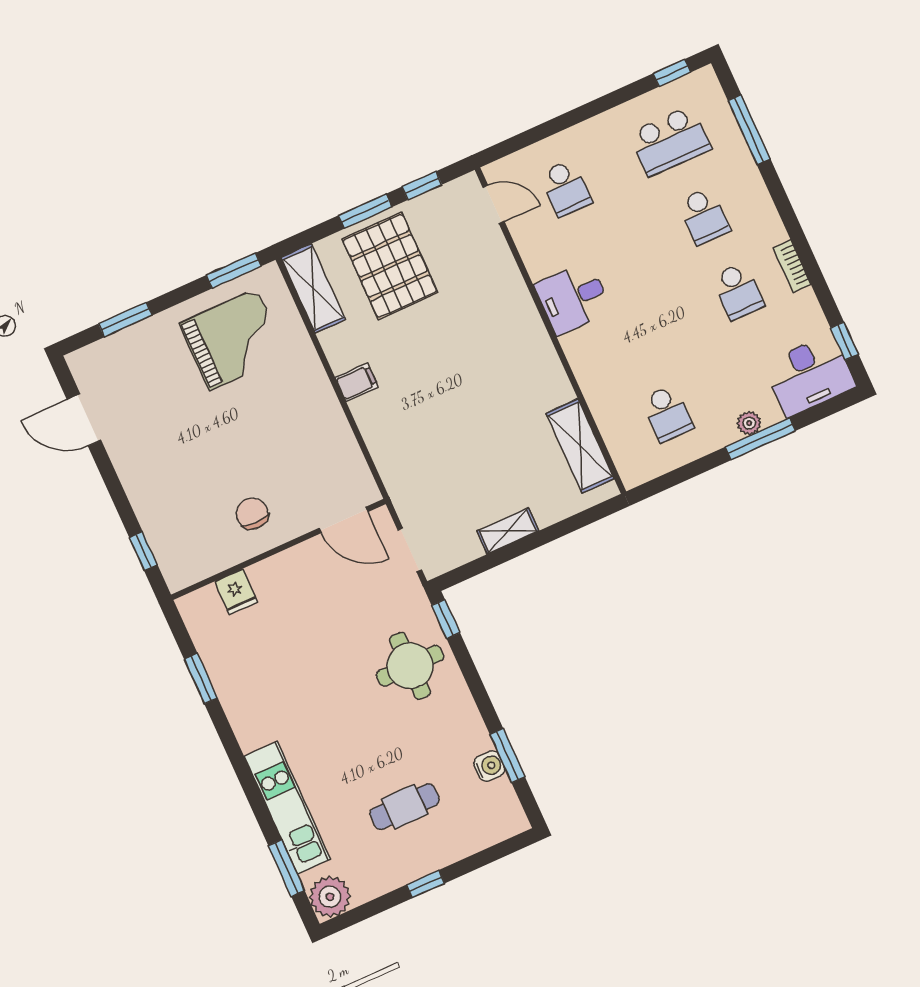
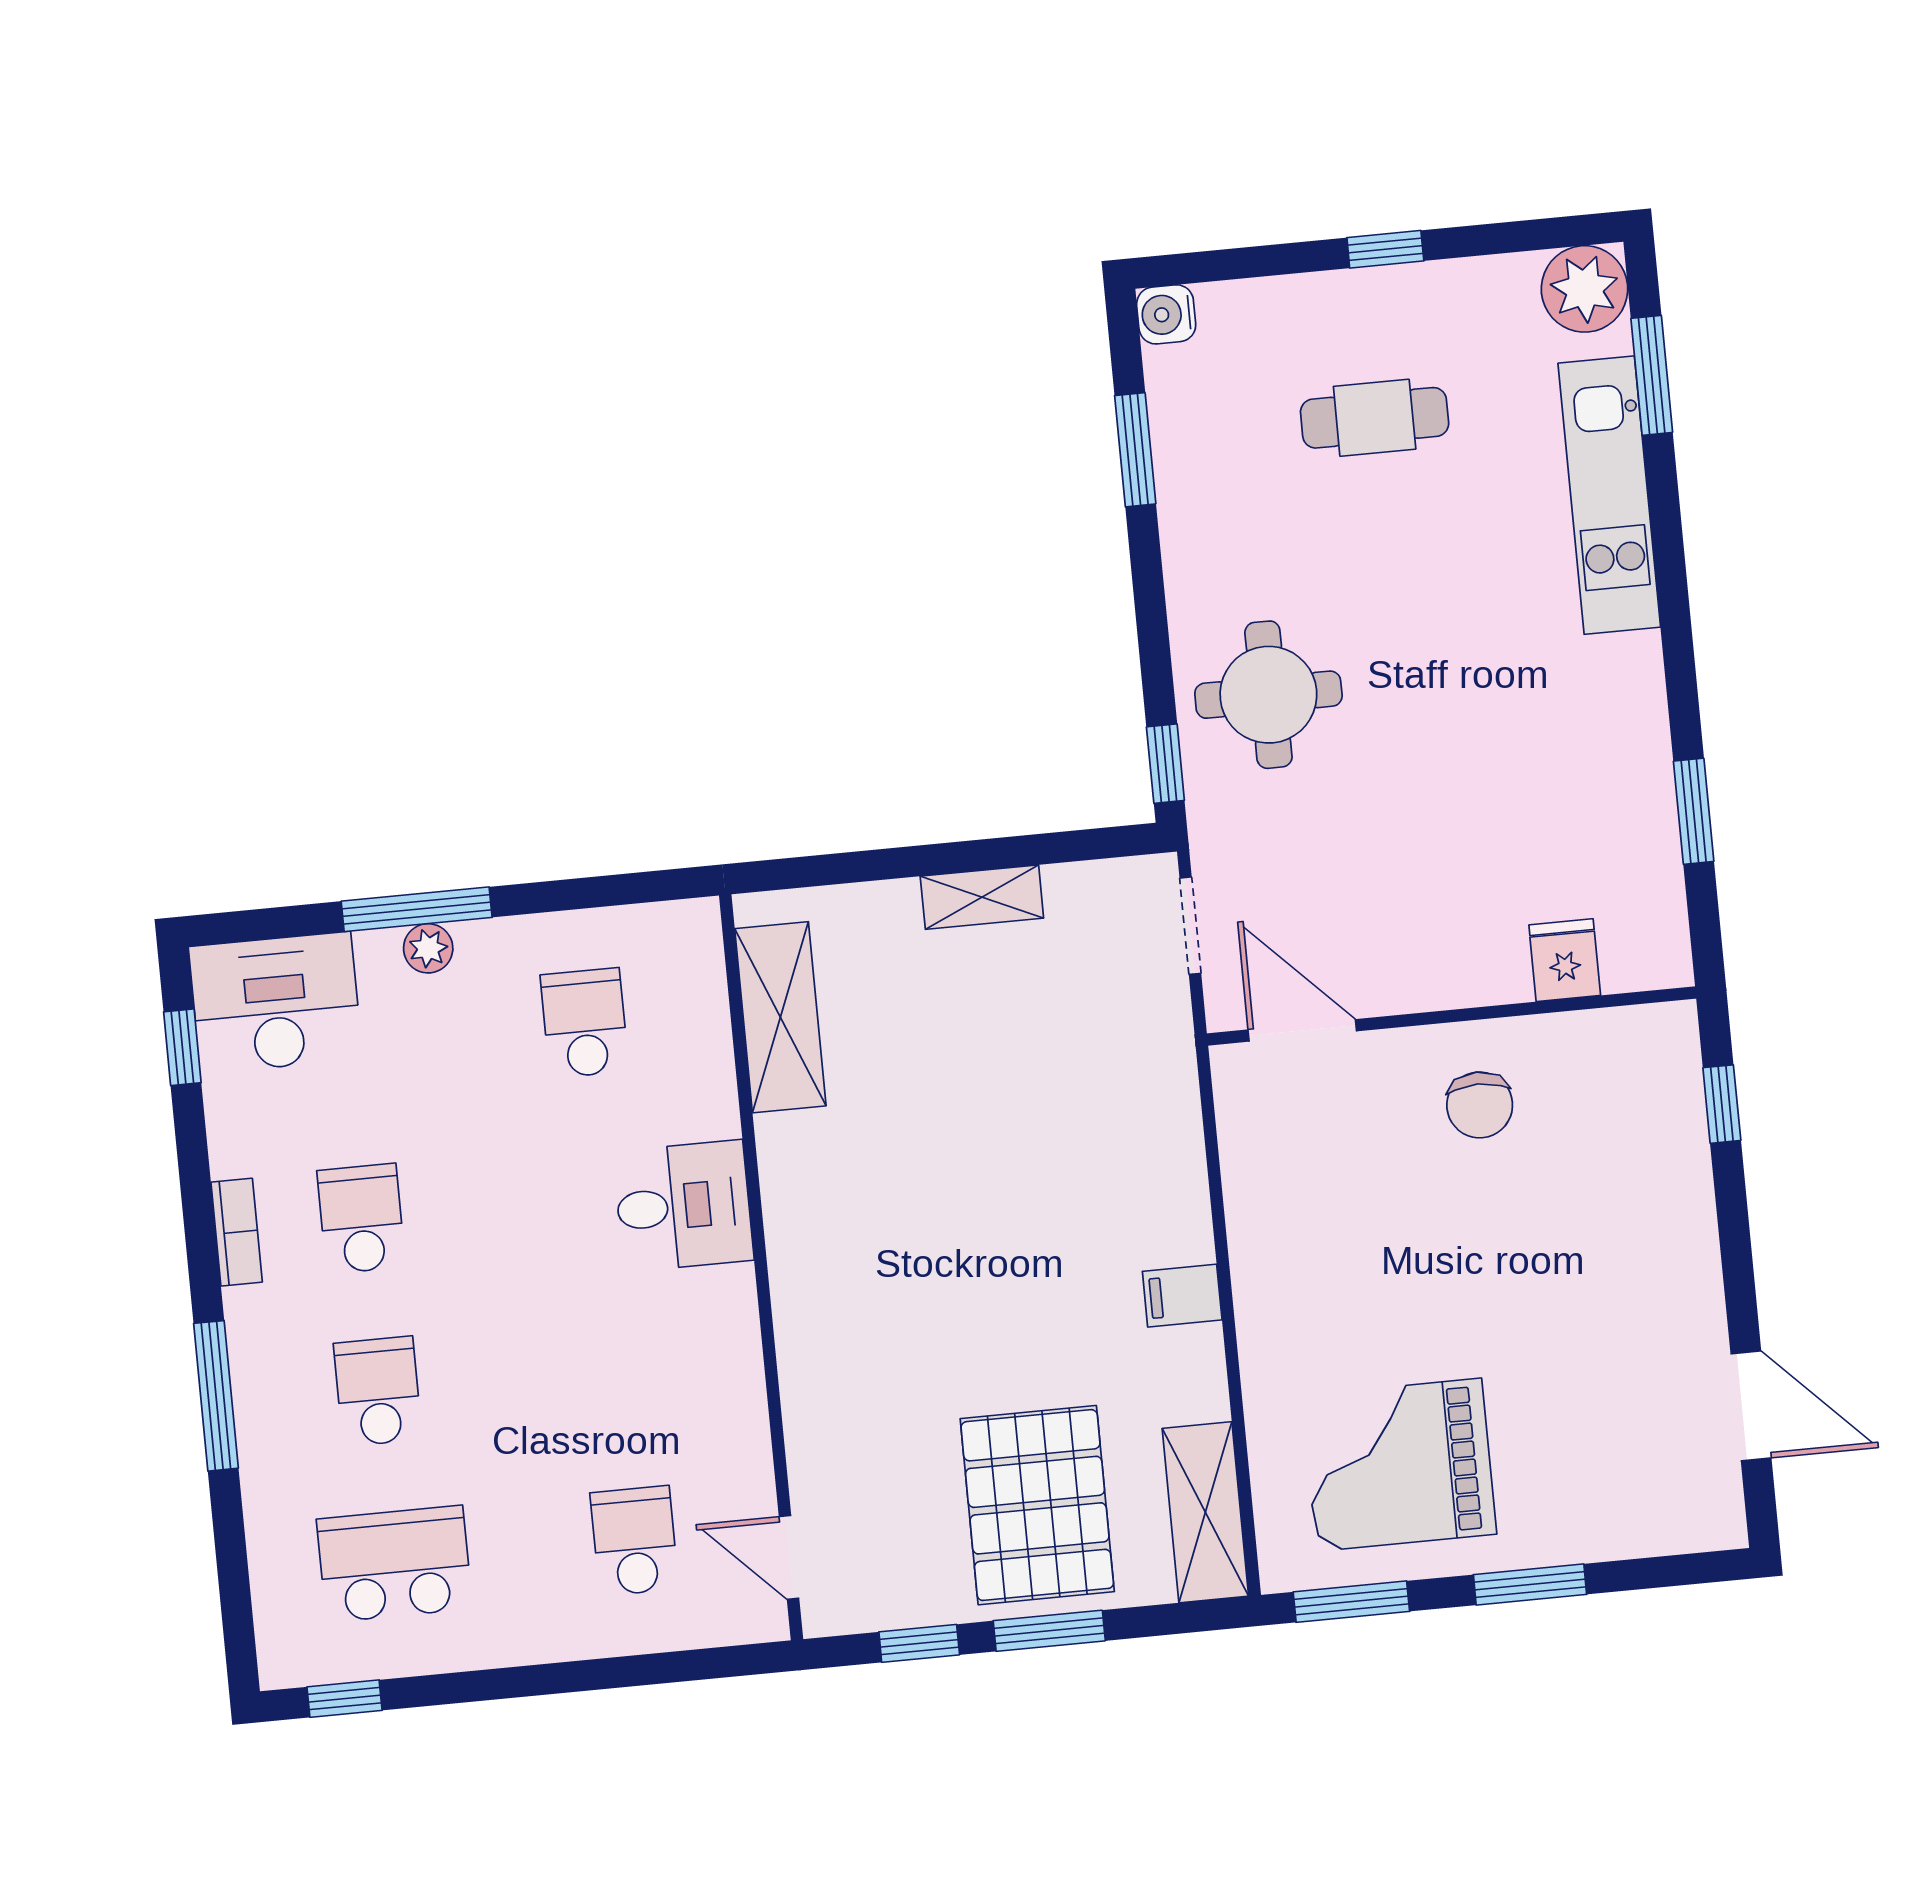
window: (749, 130) -> (216, 1396), moved
desk: (573, 298) -> (683, 1206), moved
window: (125, 320) -> (1530, 1584), moved
water cooler: (489, 766) -> (1166, 314), moved

